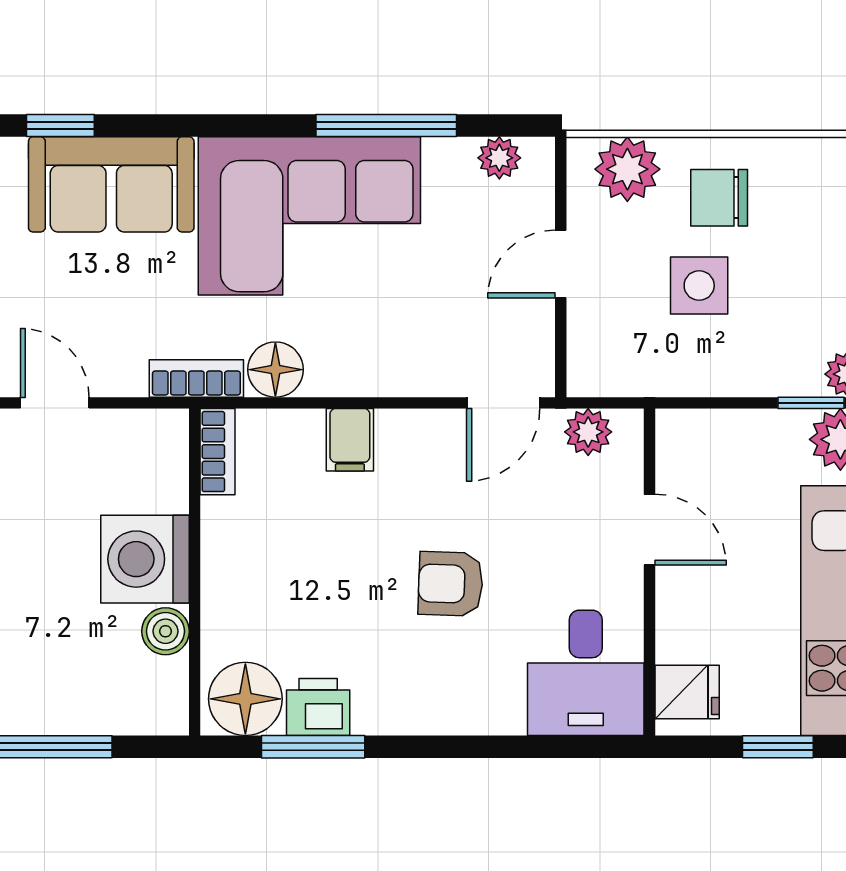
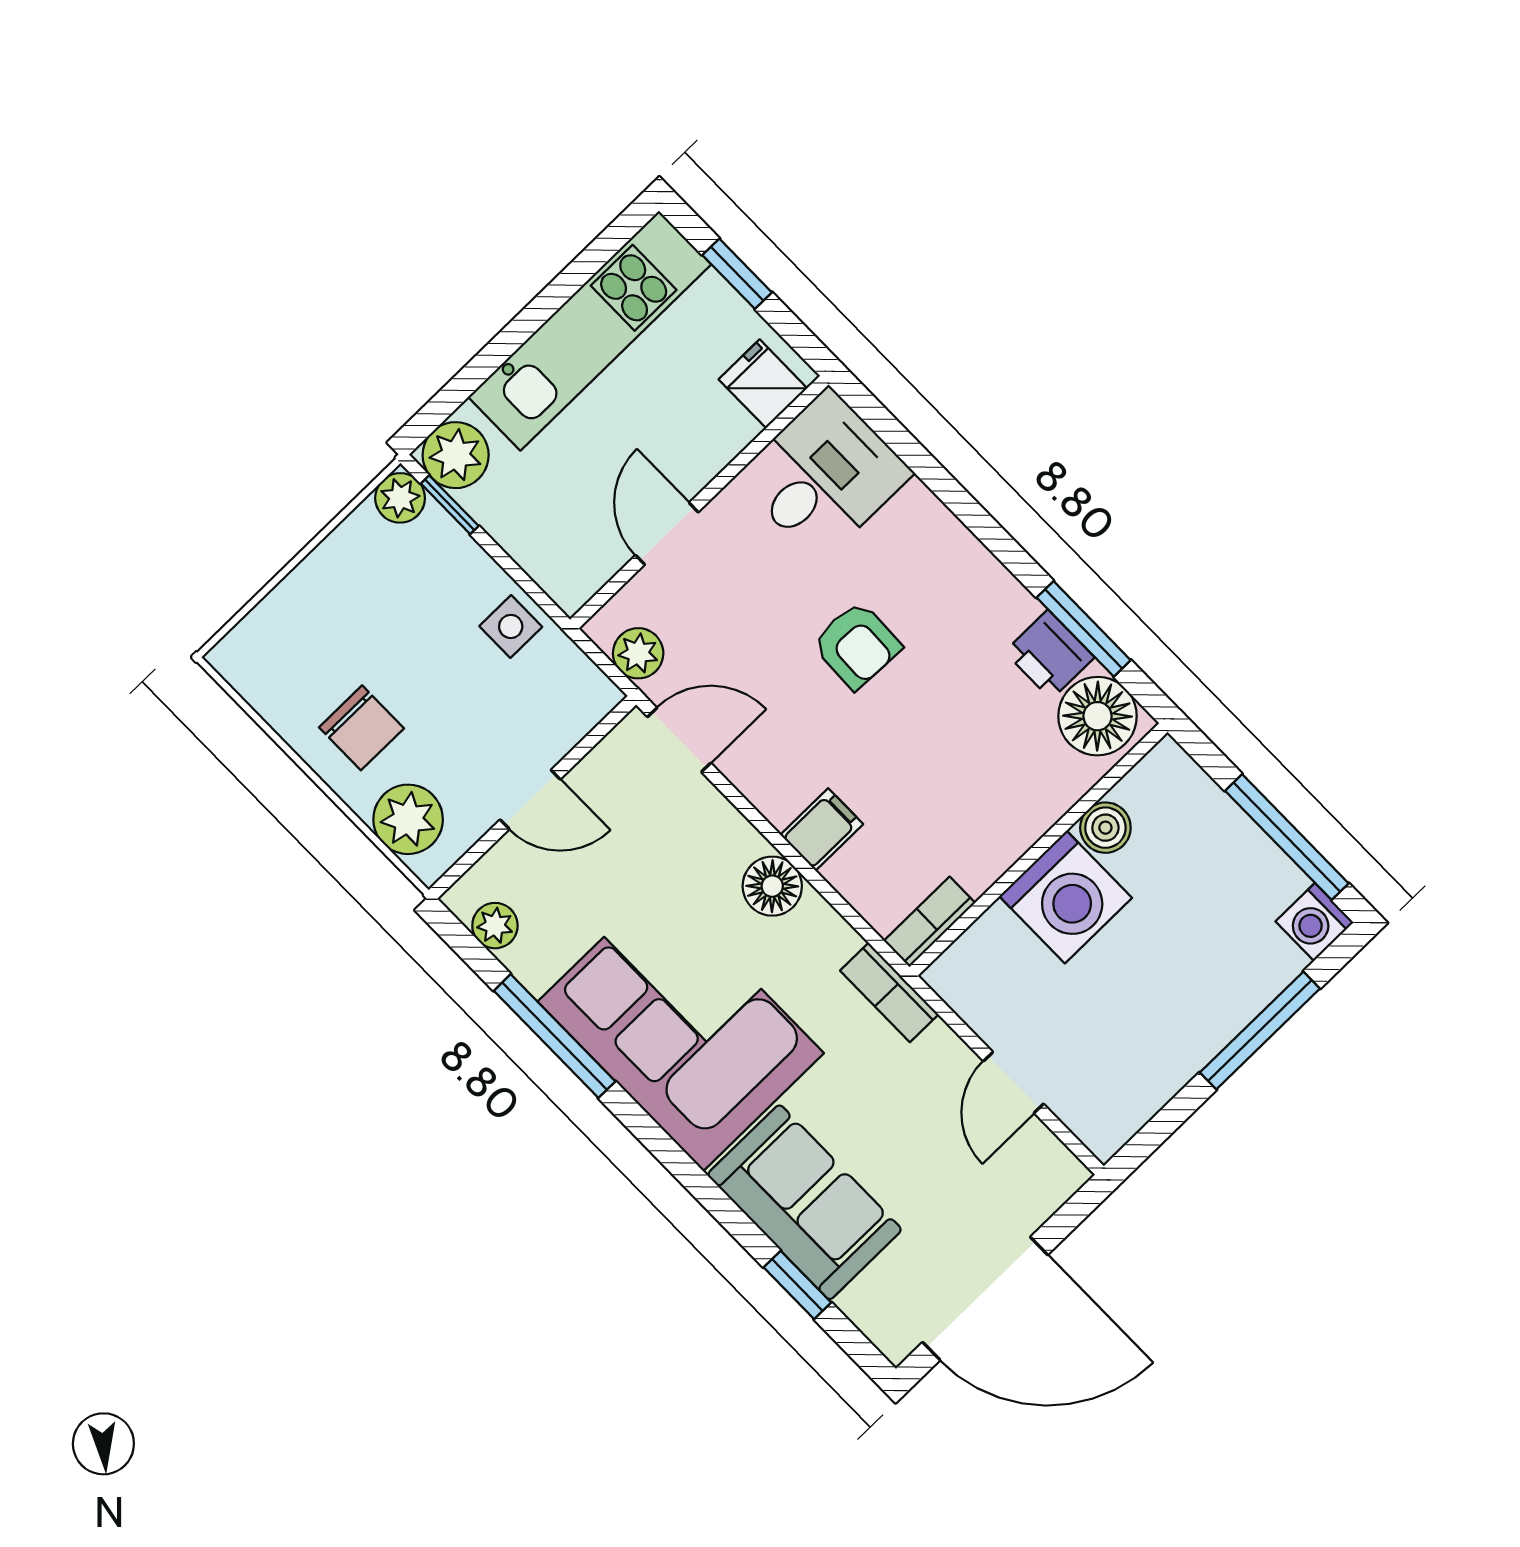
side table: (699, 286) -> (511, 626), moved, width x0.73, depth x0.73
floor lamp: (275, 370) -> (772, 886), moved

